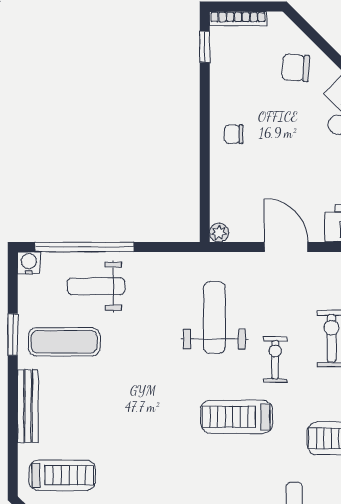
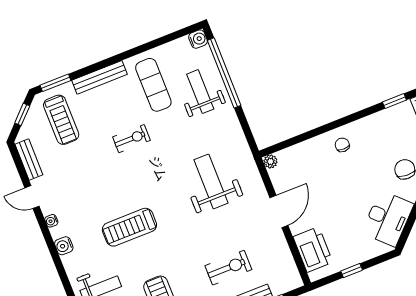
weight bench: (214, 317) -> (211, 181), turned -90
window: (13, 335) -> (55, 83), moved
exercise bike: (275, 360) -> (131, 139), moved
treadmill: (237, 417) -> (129, 227), moved, turned -90

